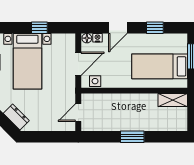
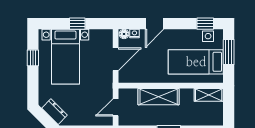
window: (155, 28) -> (205, 24), moved
side table: (95, 81) -> (208, 36), moved
shelving: (122, 102) -> (159, 97), added

